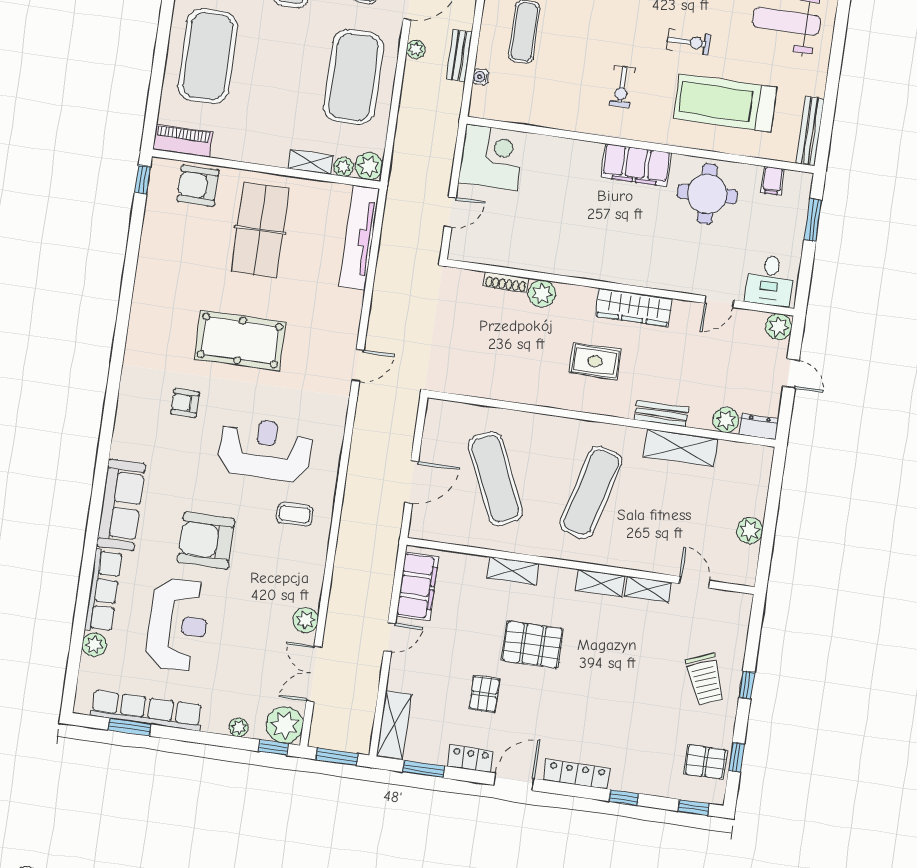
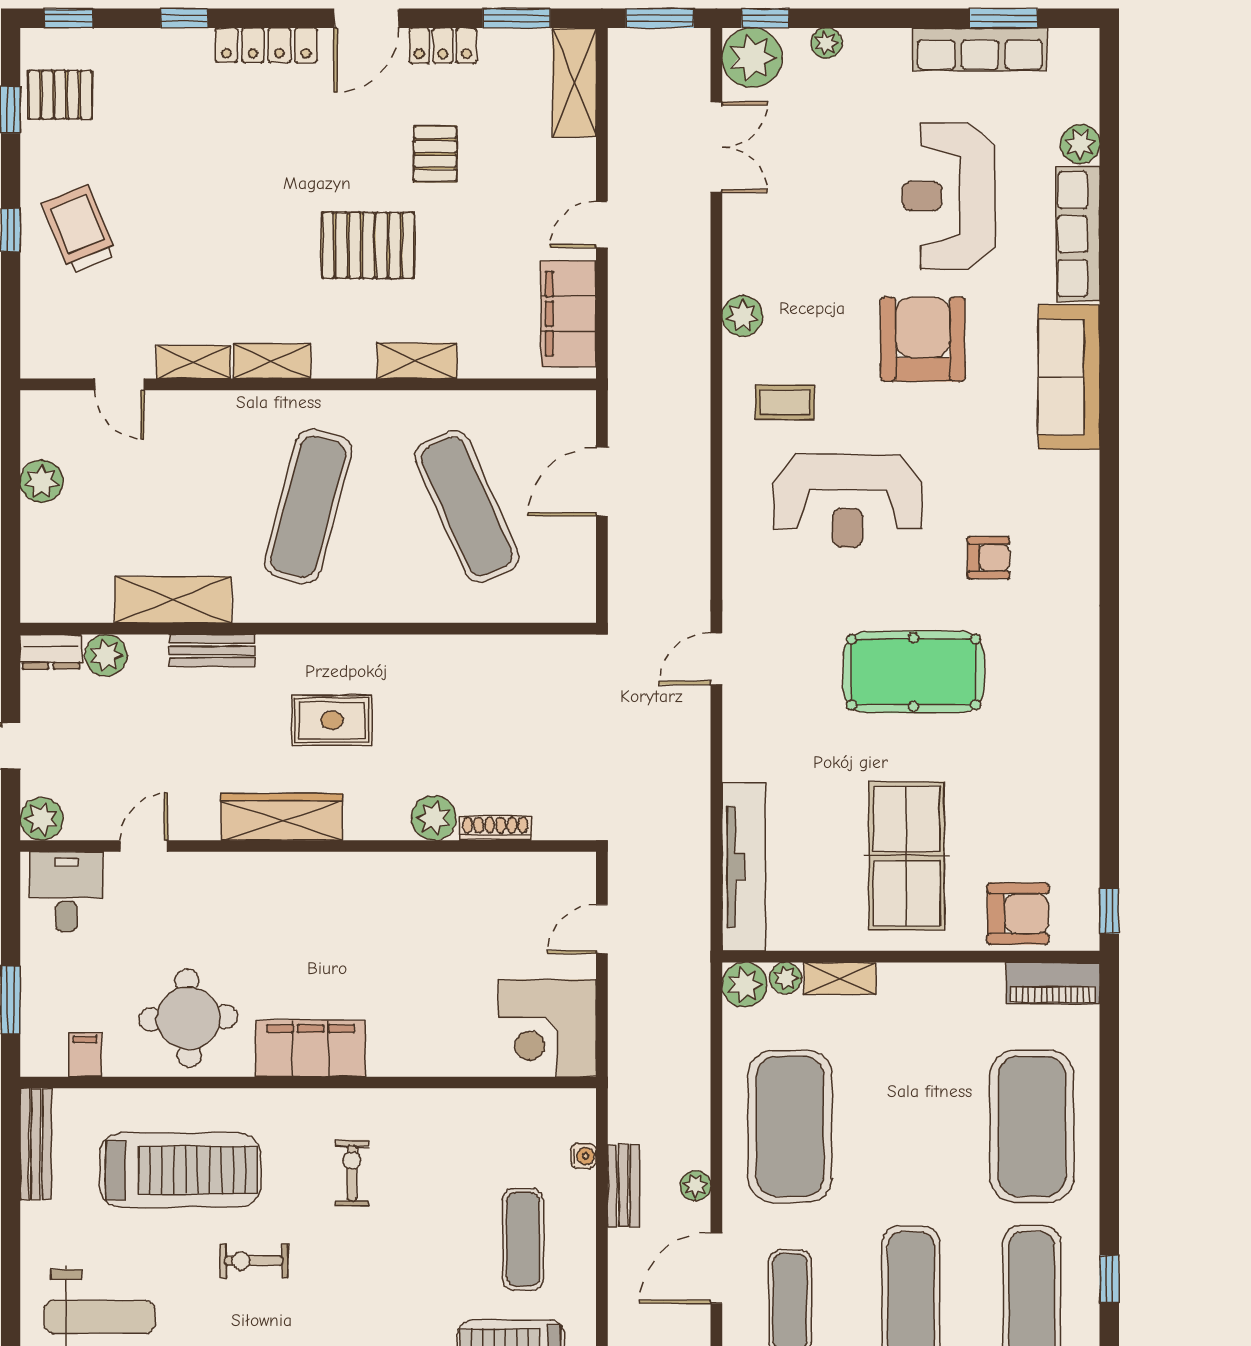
armchair: (206, 541) -> (923, 339), turned -90
plant: (306, 620) -> (742, 316), moved
row of seats: (147, 710) -> (980, 49), width x0.73

